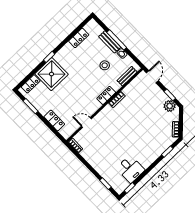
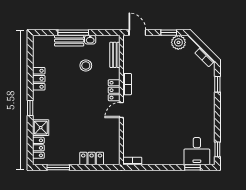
locker: (79, 38) -> (39, 79), moved
shower: (52, 74) -> (41, 128), width x0.54, depth x0.54
door: (86, 123) -> (121, 110), moved
desk: (130, 169) -> (197, 151), moved, turned 90

